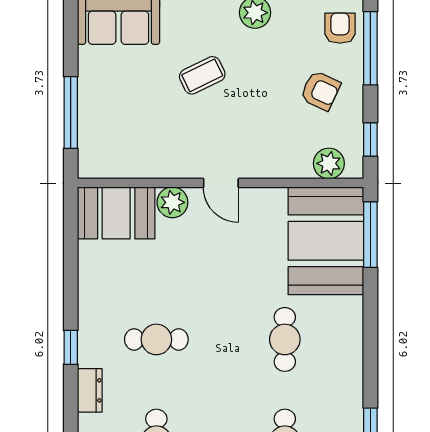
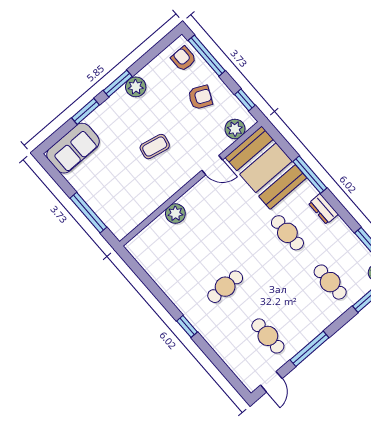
coffee table: (202, 75) -> (155, 147), moved, turned 38
door: (221, 183) -> (212, 165), moved
booth: (116, 213) -> (153, 242), removed
window: (370, 235) -> (310, 175), moved
dresser: (90, 390) -> (323, 209), moved, turned 180

